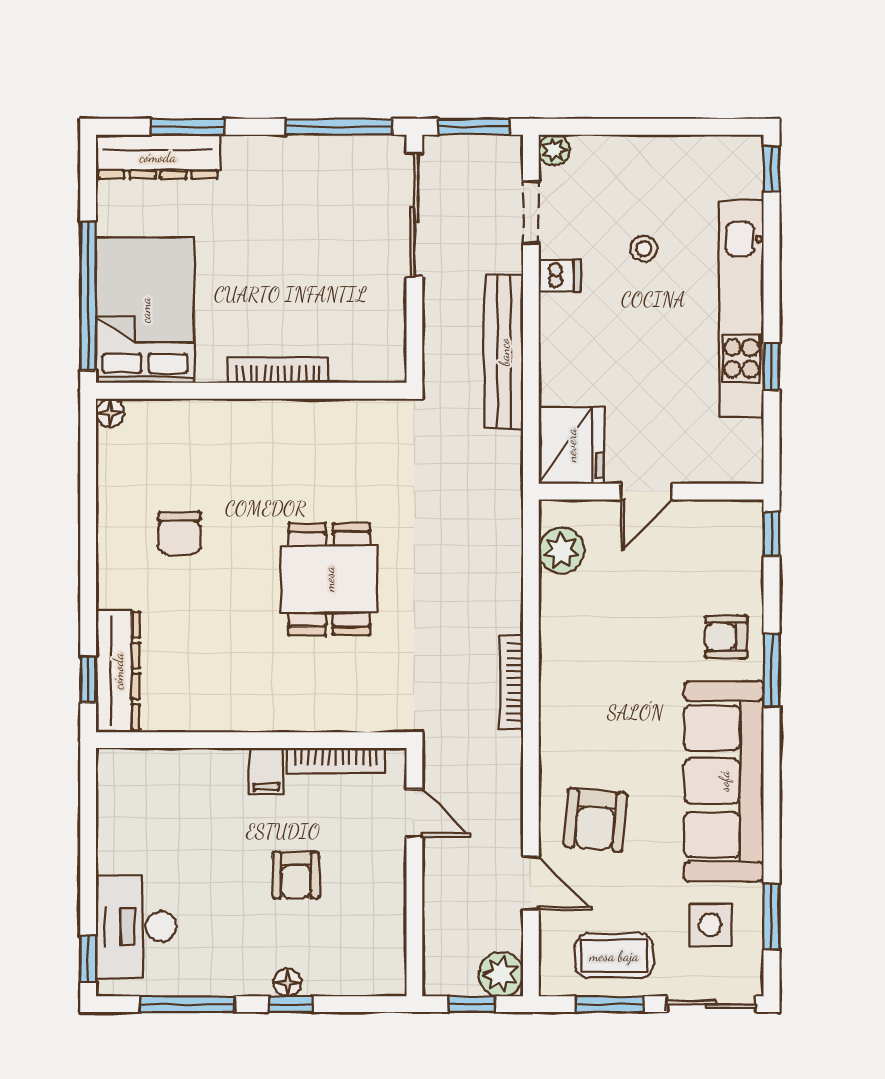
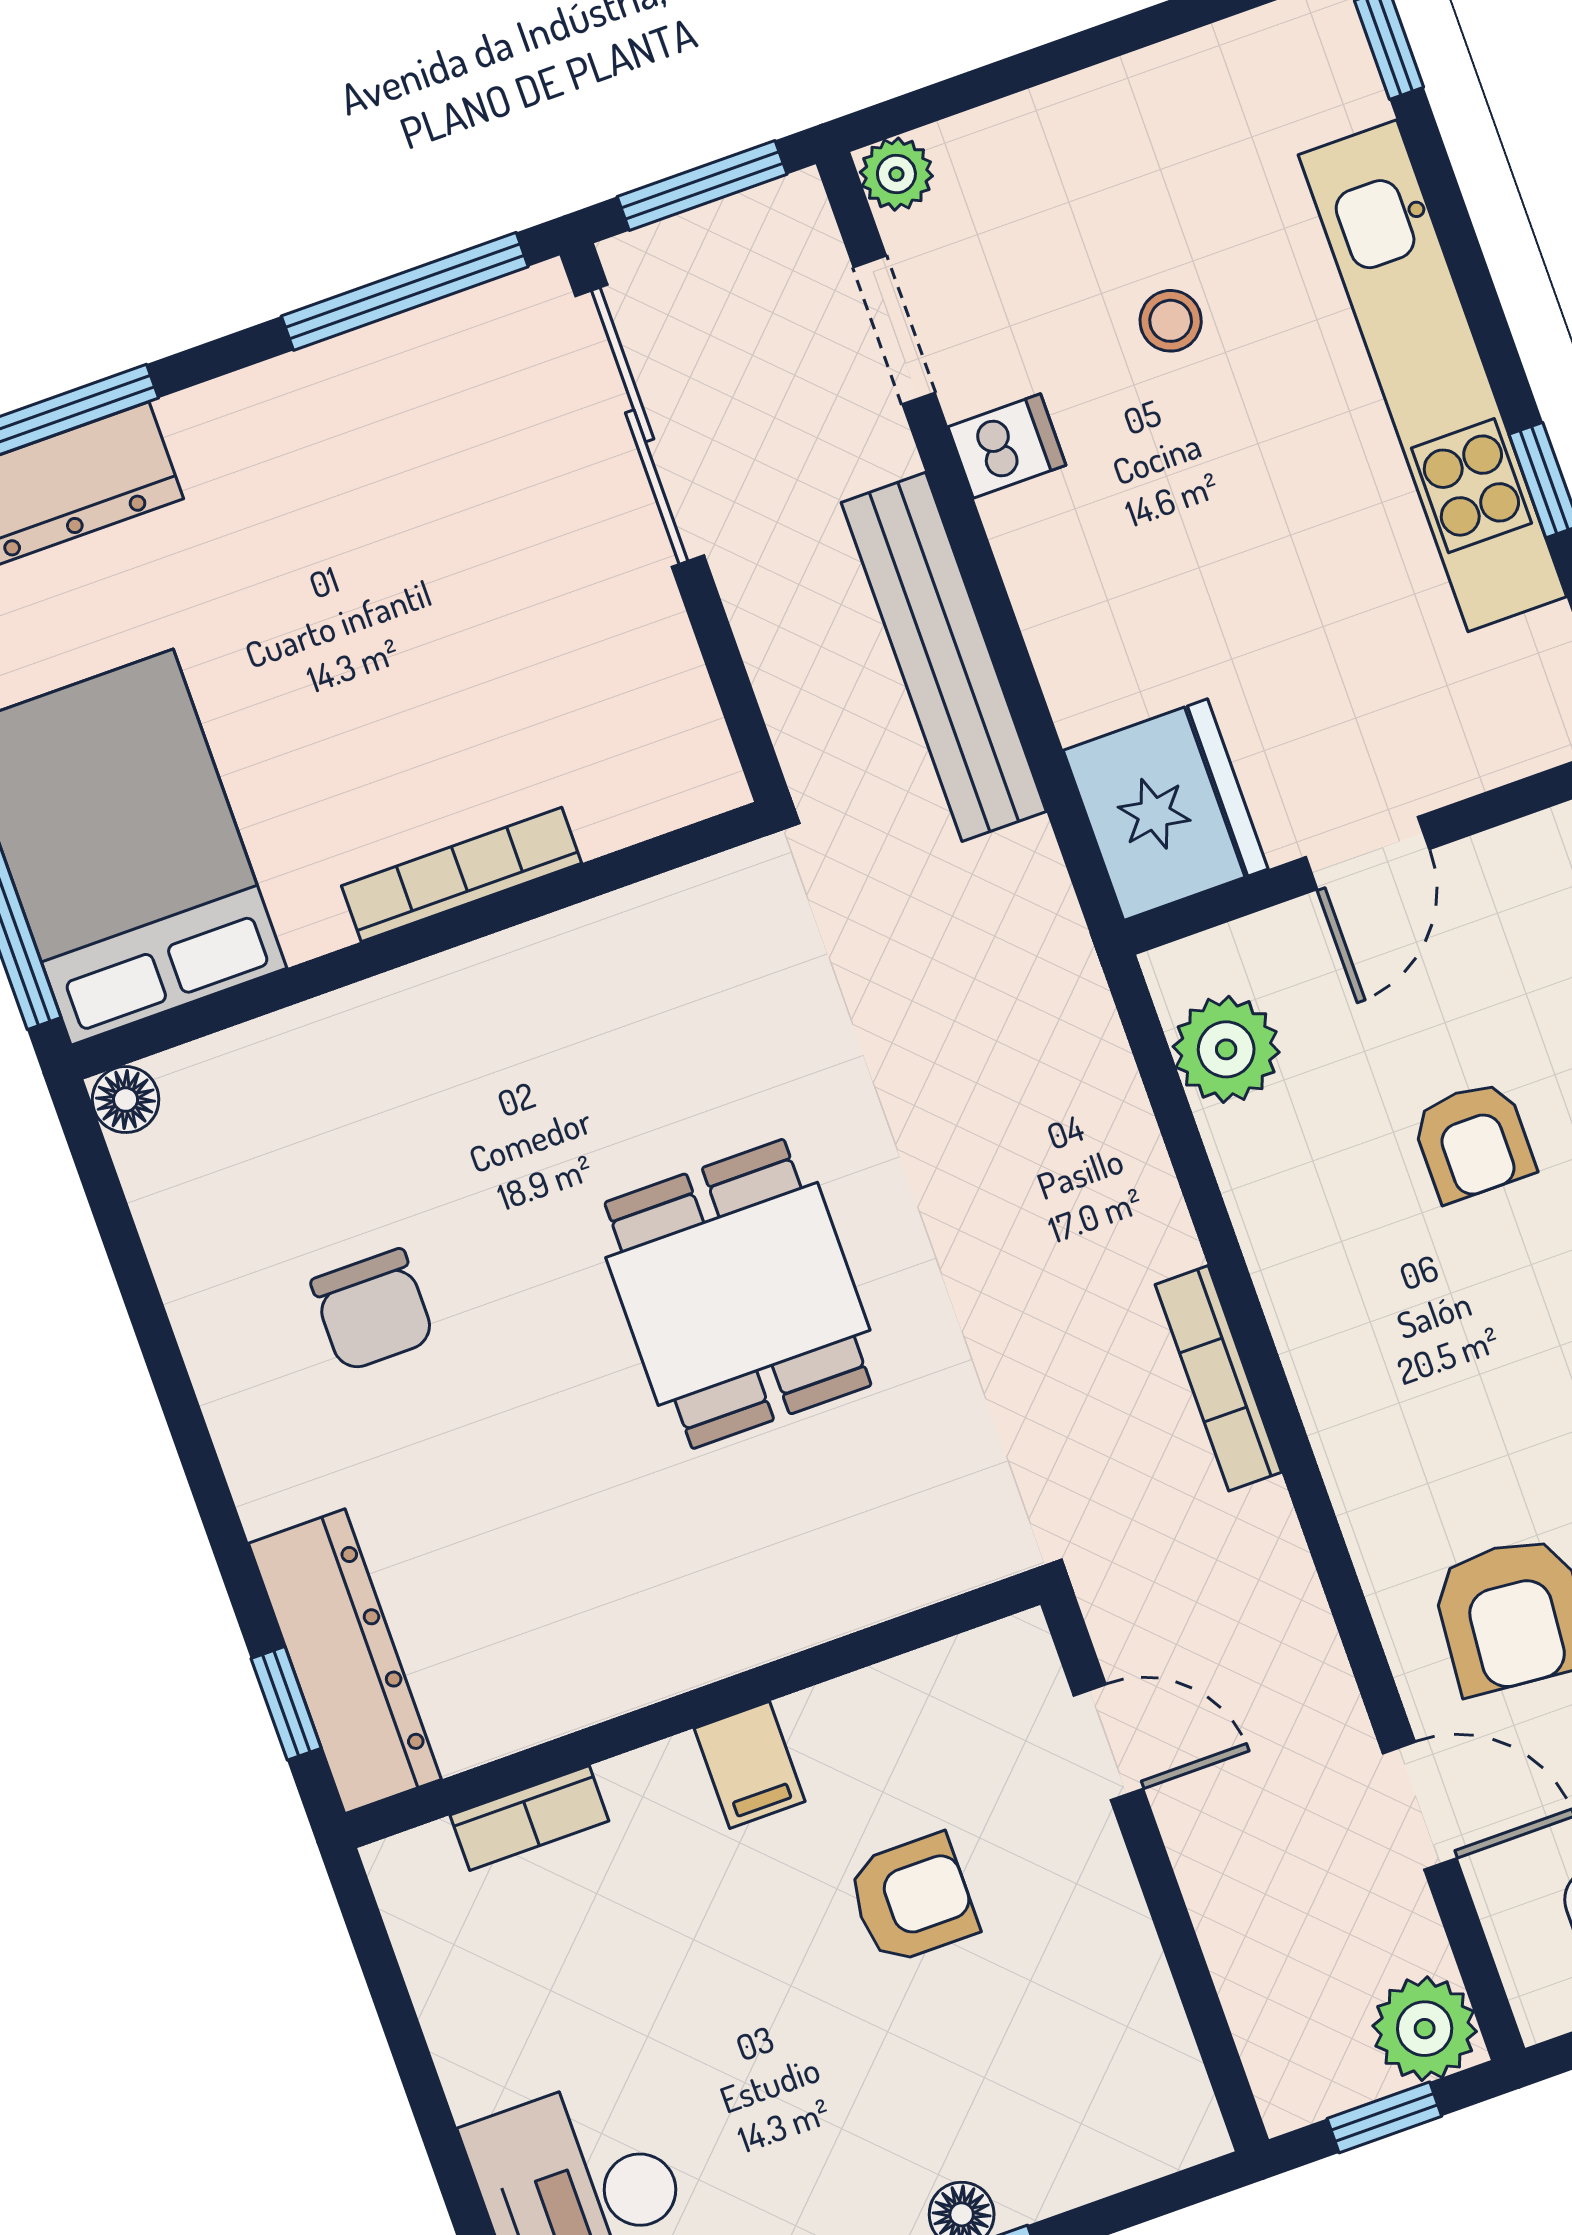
armchair: (648, 623) -> (1473, 1141), added
bookcase: (336, 761) -> (529, 1818), moved, width x0.64
armchair: (296, 875) -> (912, 1899), moved, turned -90

